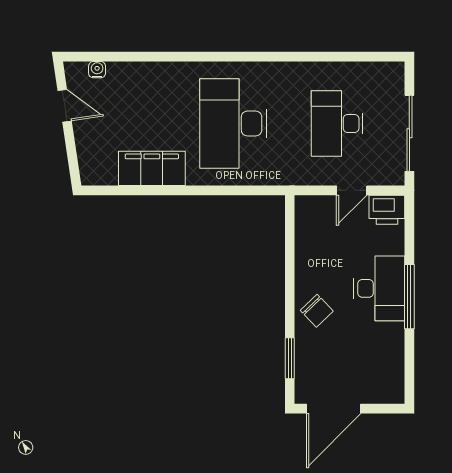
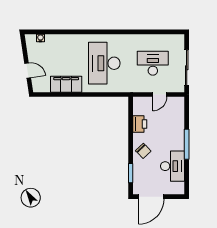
door: (65, 106) -> (28, 71), moved
desk: (337, 123) -> (153, 63), turned 90
printer: (387, 210) -> (140, 124), moved, turned -90
desk: (379, 288) -> (173, 166), moved

